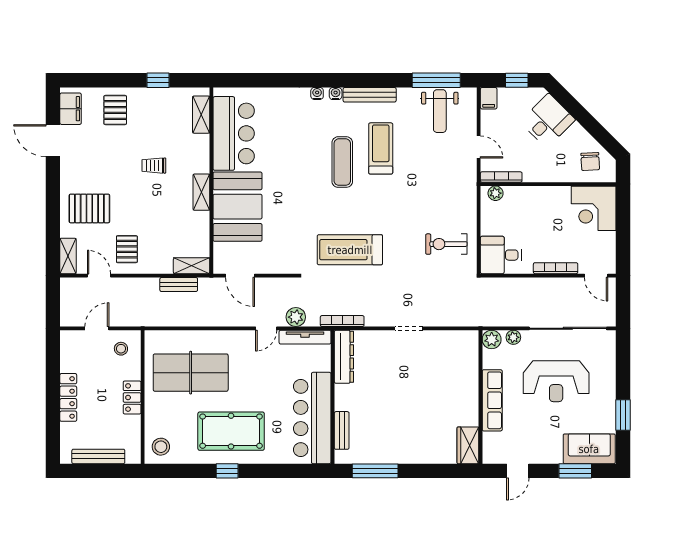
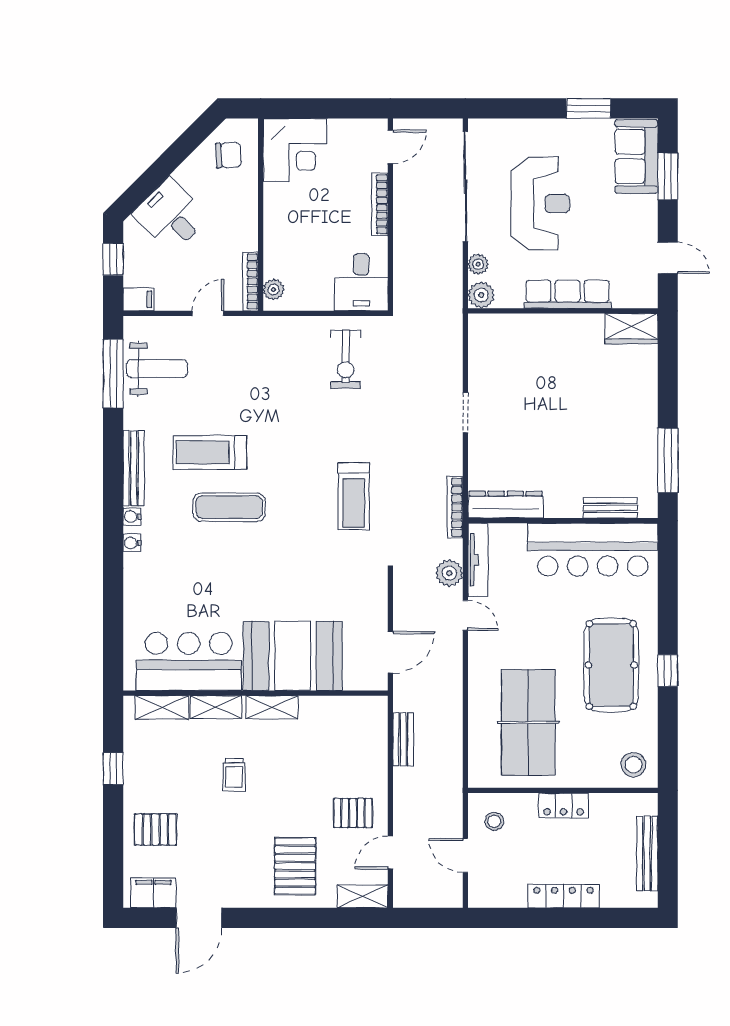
treadmill: (350, 250) -> (354, 496), width x0.73, depth x0.73
shelving: (192, 266) -> (216, 707), moved, turned 90

